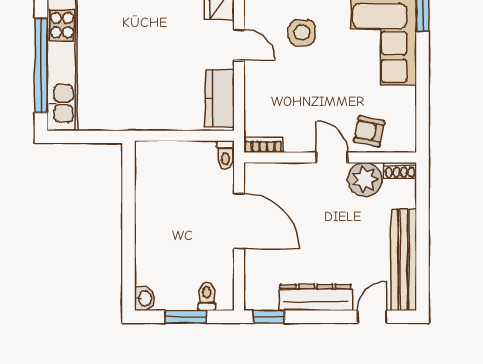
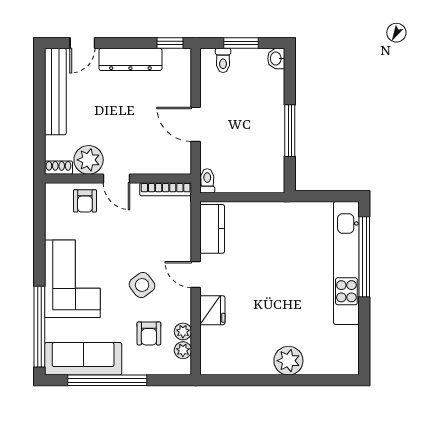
side table: (302, 33) -> (142, 285), turned -37
armchair: (369, 131) -> (85, 201), turned 78
bookcase: (263, 145) -> (166, 189), width x1.56
window: (128, 214) -> (290, 131), added
door: (239, 221) -> (196, 124), width x0.73

